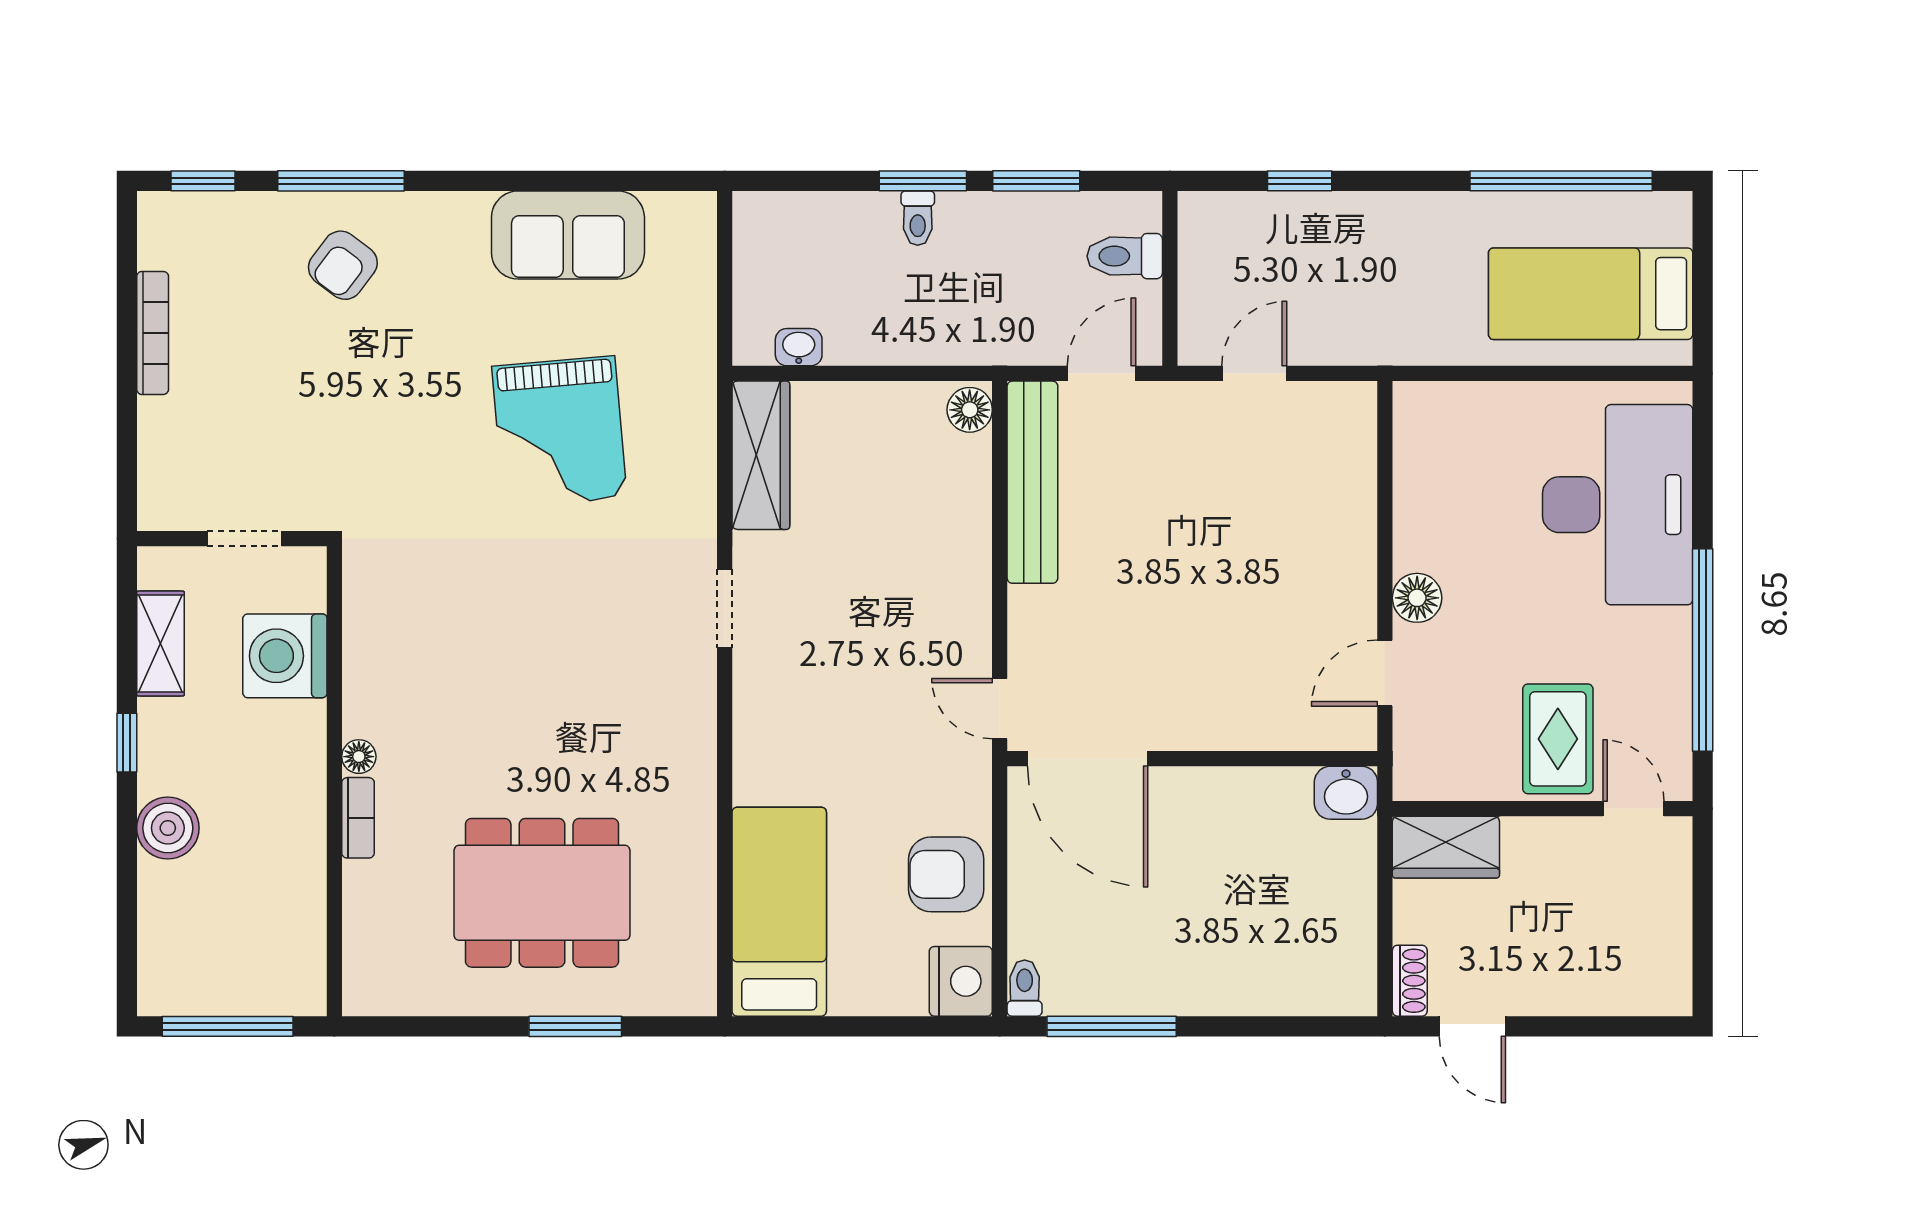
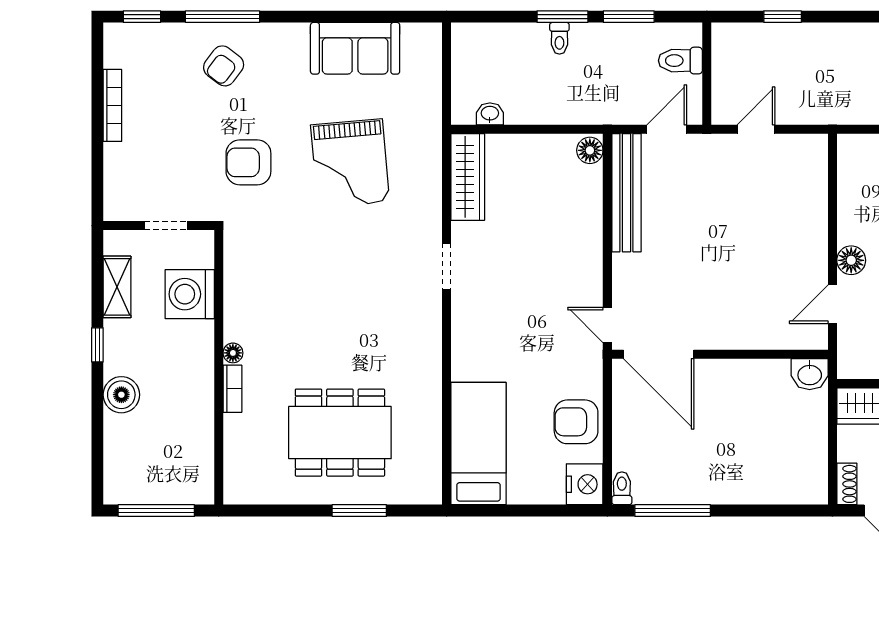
armchair: (385, 430) -> (248, 162), added

